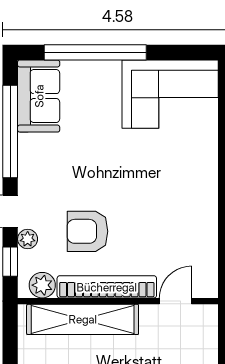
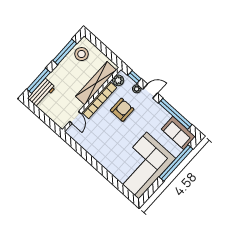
corner sofa: (170, 94) -> (143, 166), width x1.36, depth x1.36

